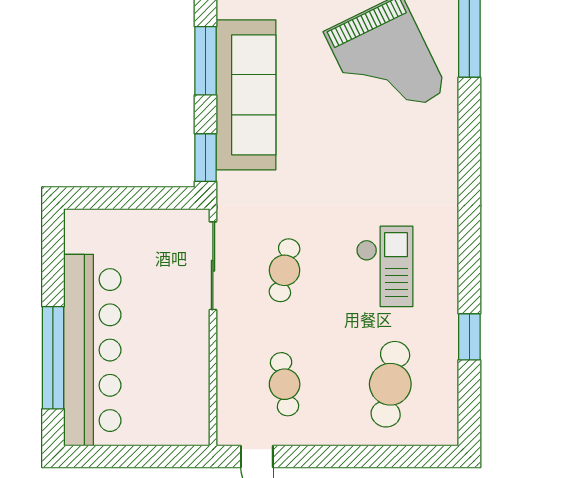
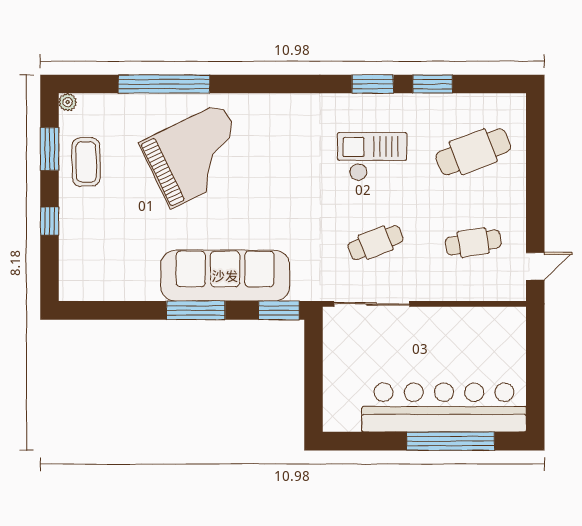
window: (469, 267) -> (373, 84), added
cafe table: (285, 270) -> (376, 243), turned -33
cafe table: (390, 384) -> (473, 152), turned -30

